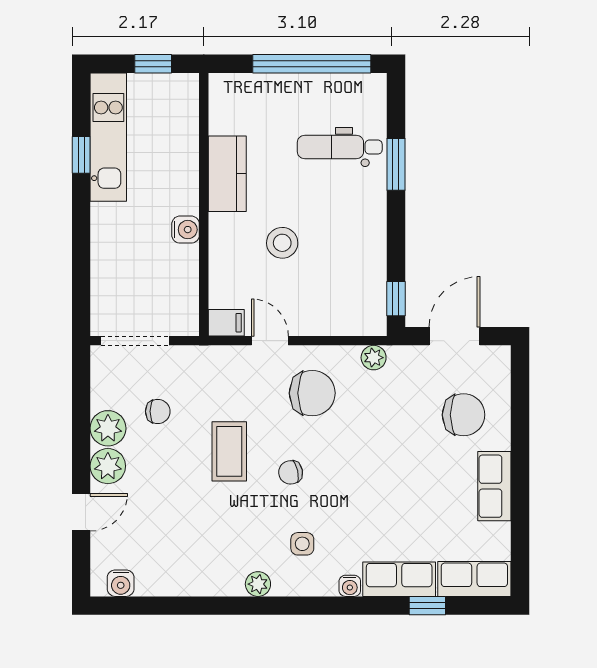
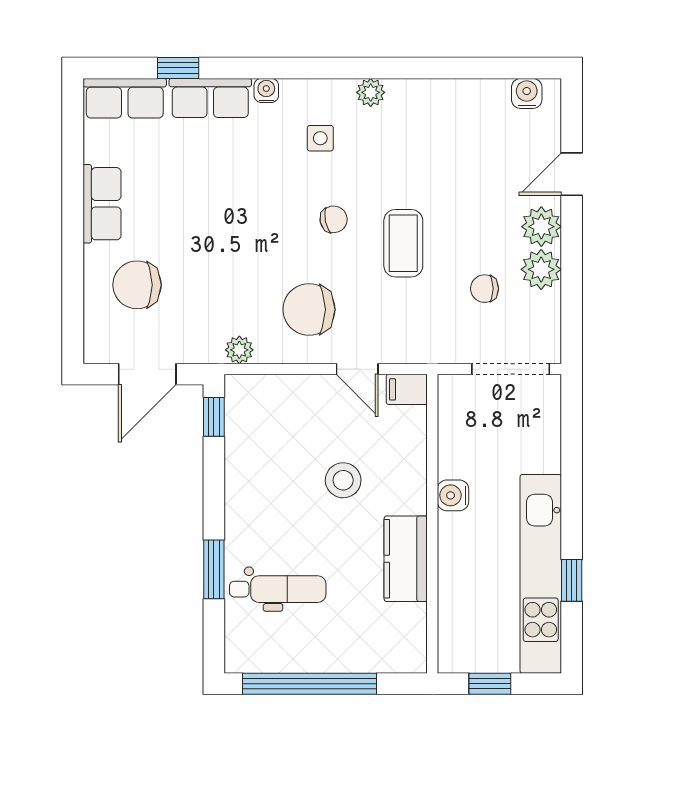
kitchen unit: (108, 137) -> (541, 574), width x1.36

